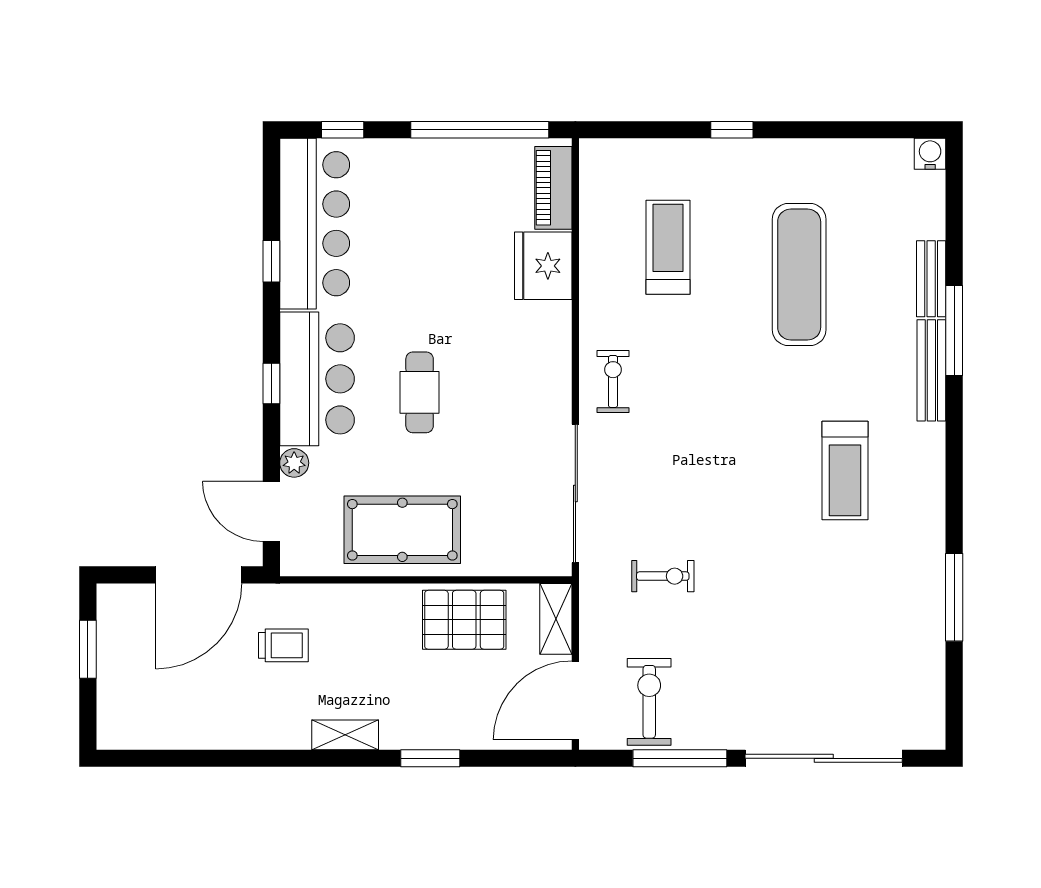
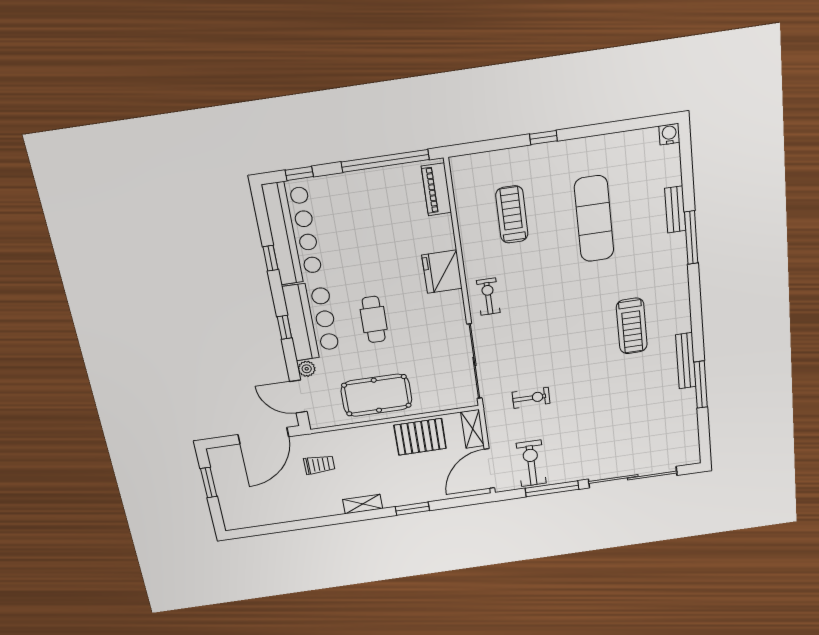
fridge: (543, 266) -> (442, 272), moved
bench: (931, 370) -> (686, 361), moved

